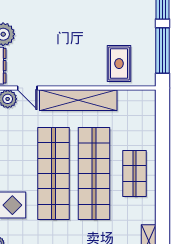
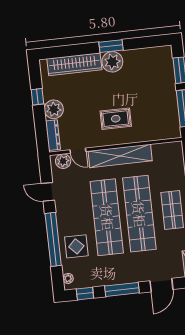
rug: (119, 64) -> (116, 119), moved, turned 90

